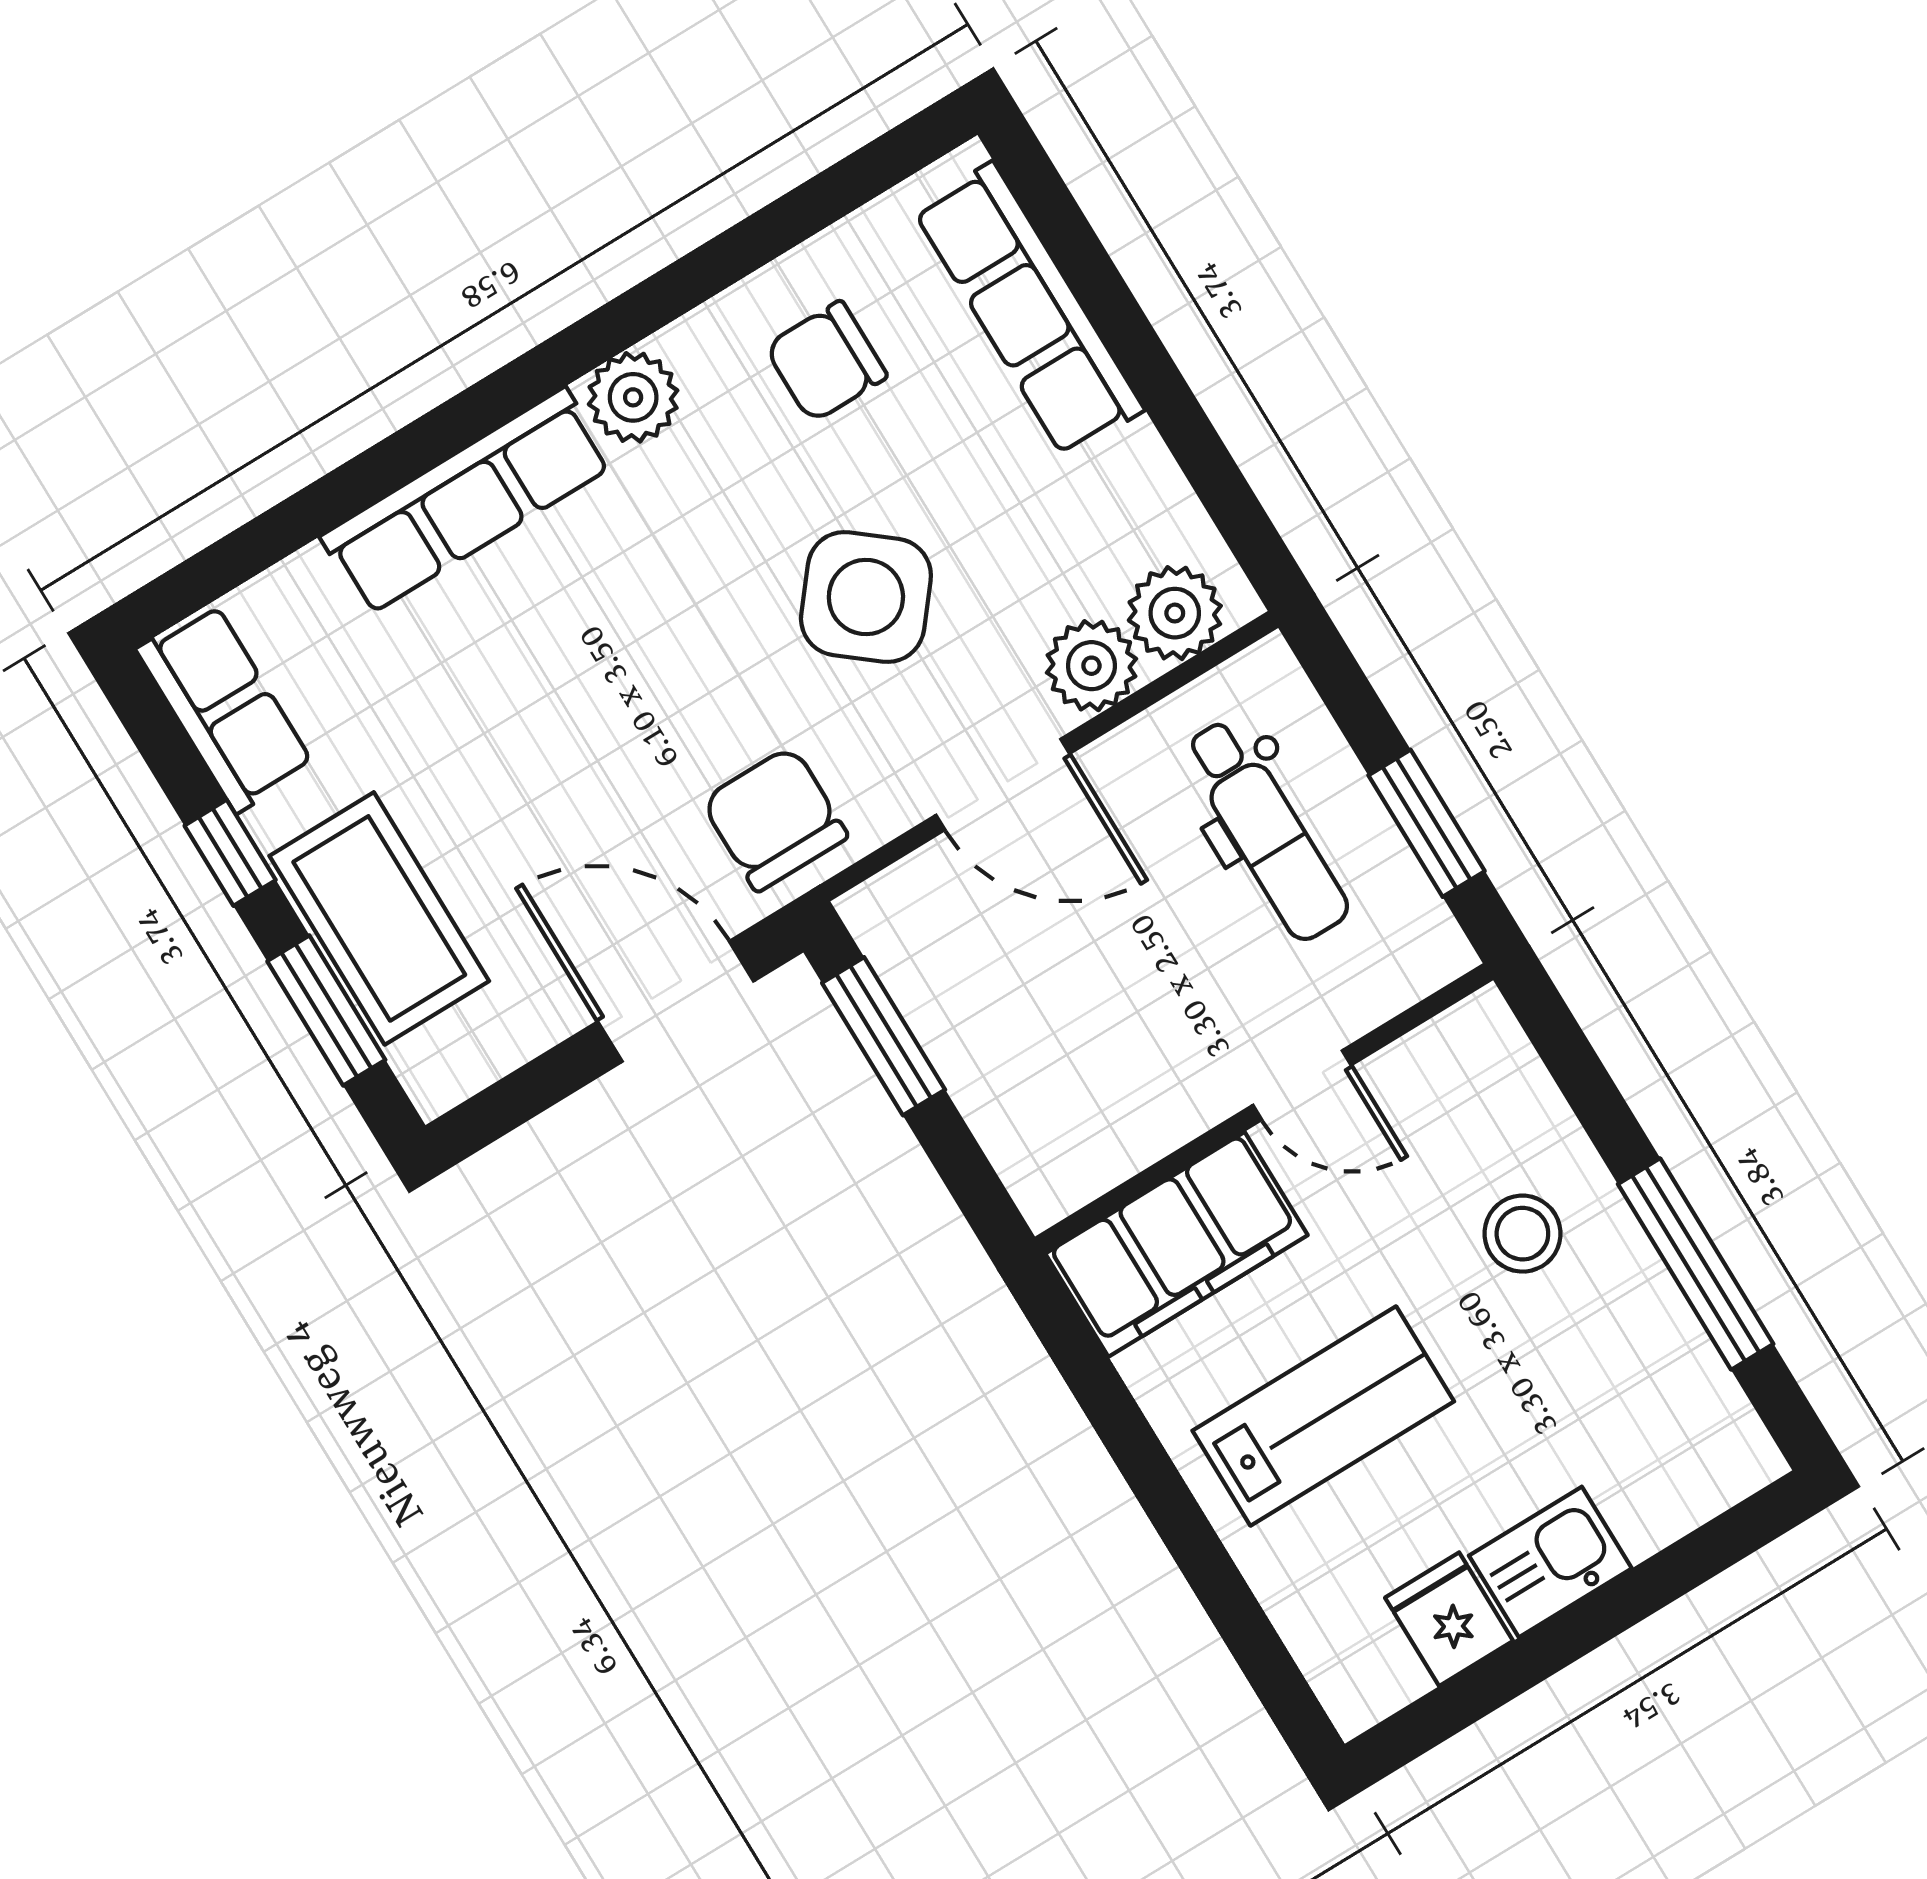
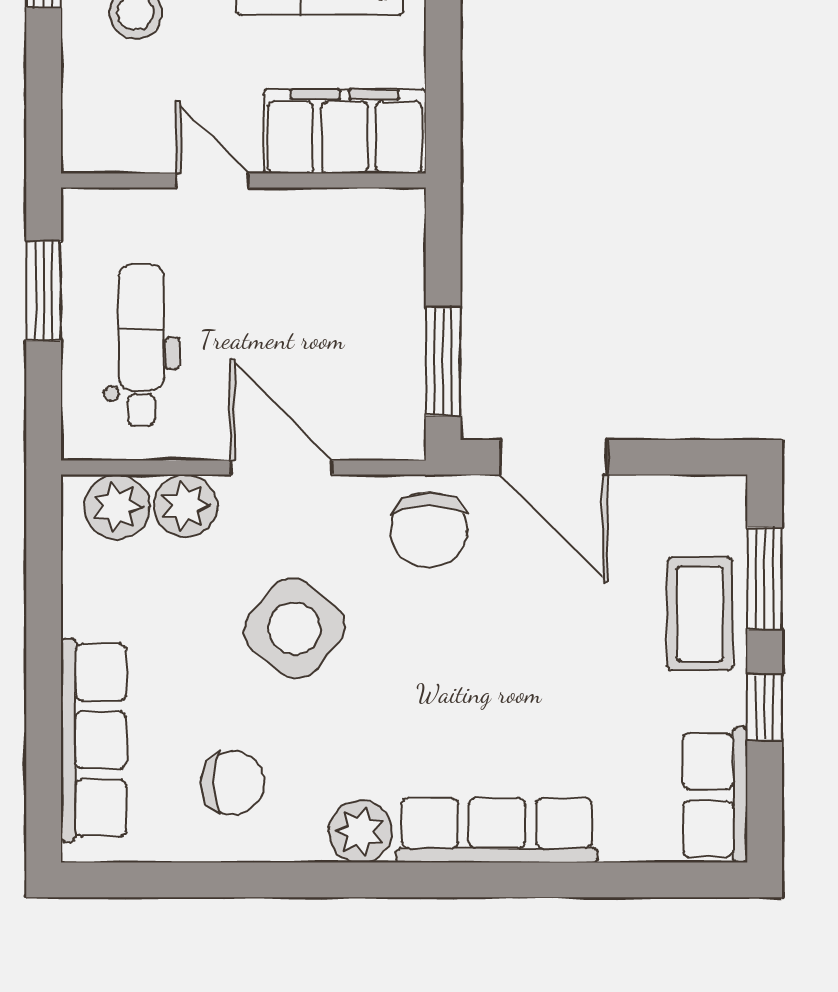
coffee table: (379, 918) -> (700, 614), width x0.73, depth x0.76

